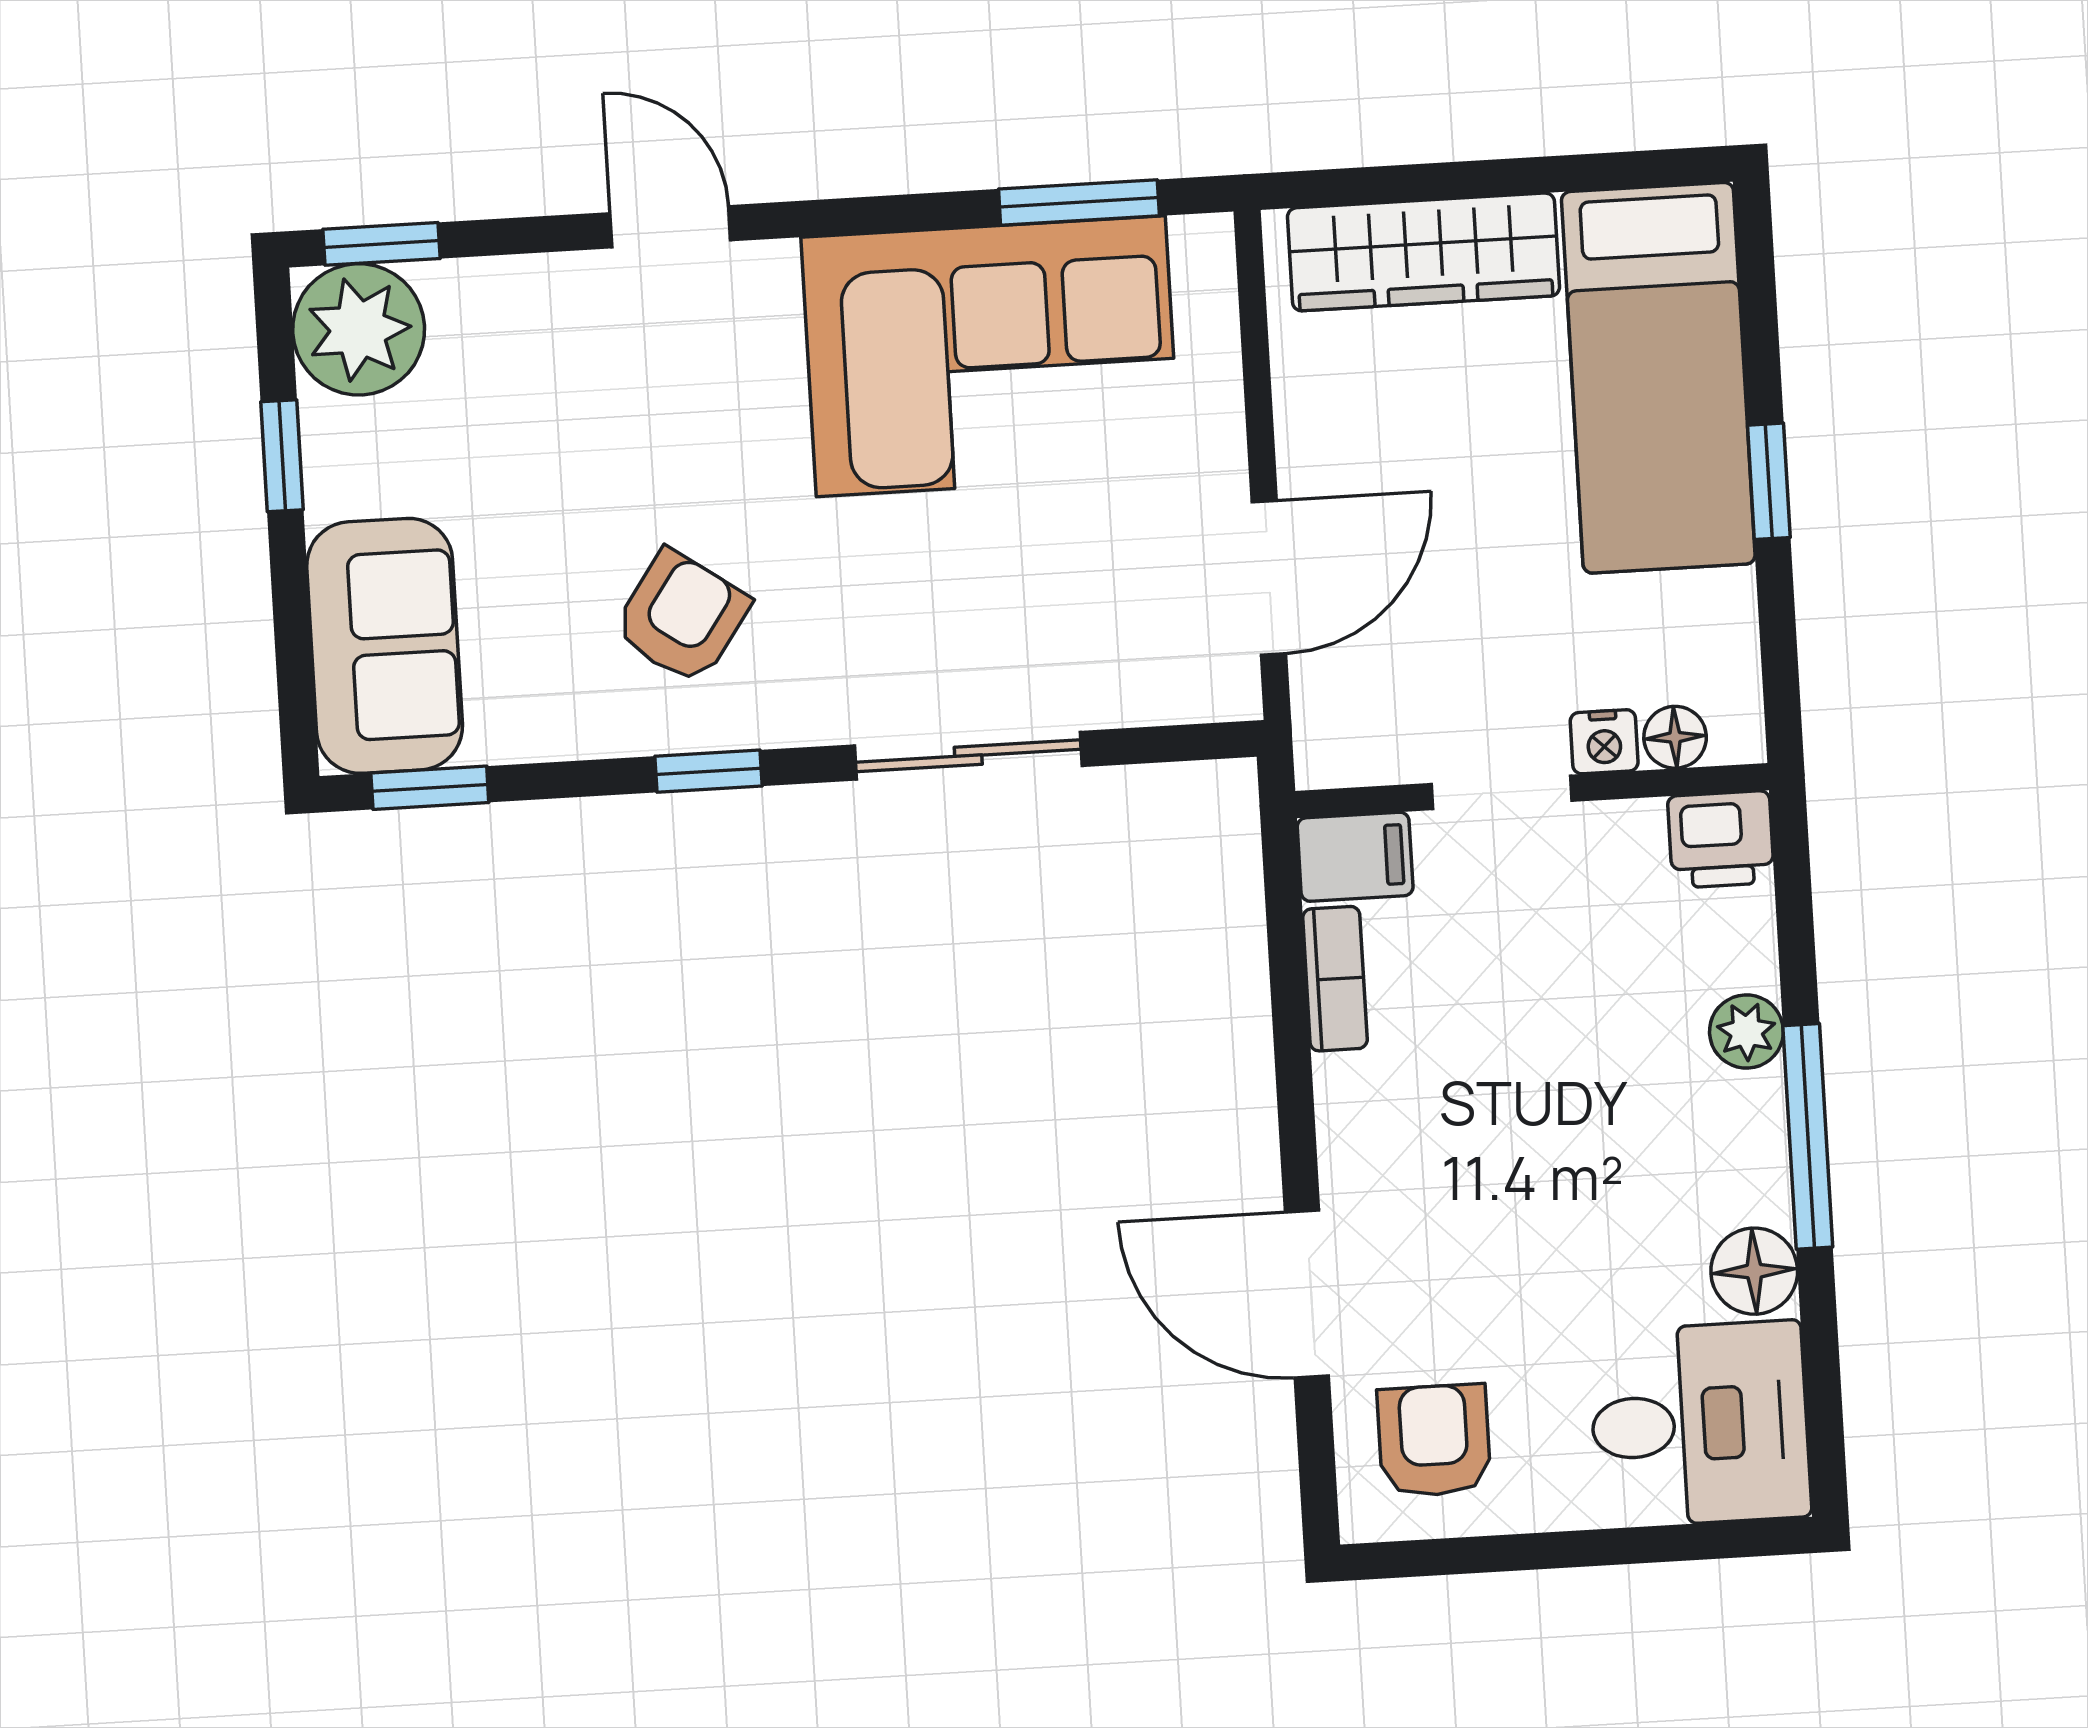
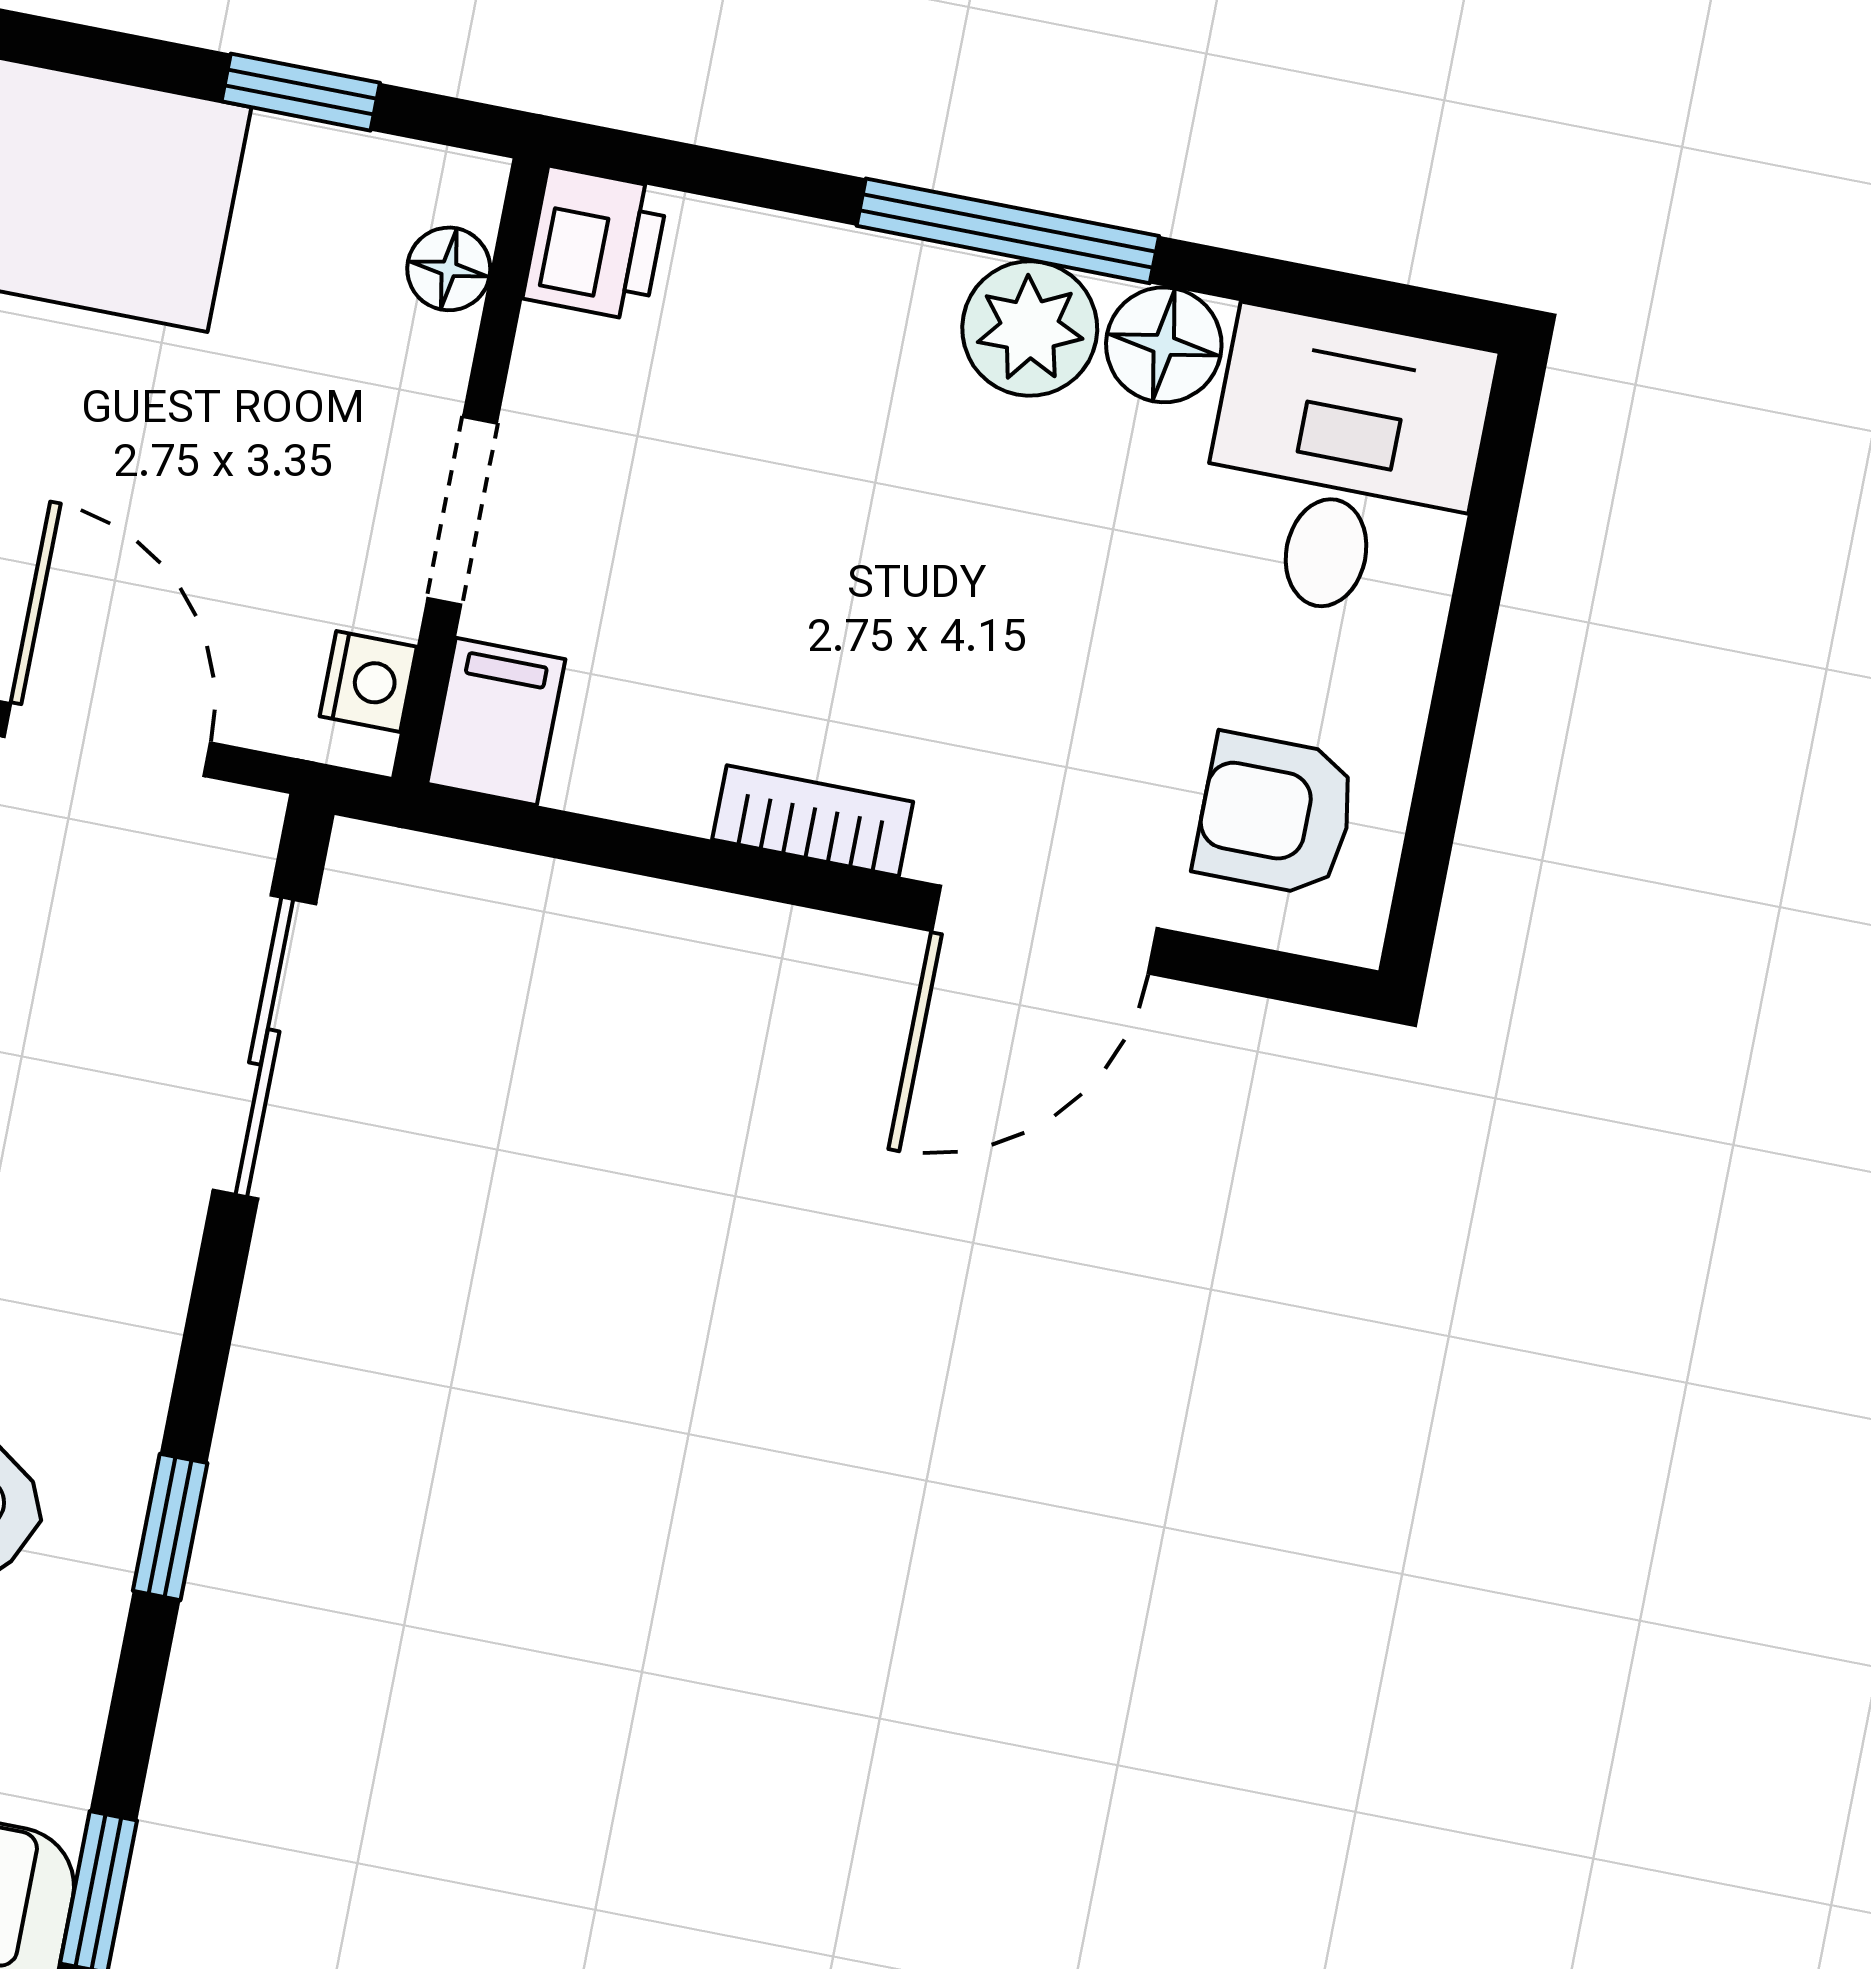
window: (1769, 481) -> (301, 92), moved
nightstand: (1604, 742) -> (368, 682), moved
sliding door: (968, 756) -> (264, 1047), moved
bookcase: (1335, 979) -> (813, 821), moved
plant: (1746, 1031) -> (1030, 329), moved, width x1.38, depth x1.38

